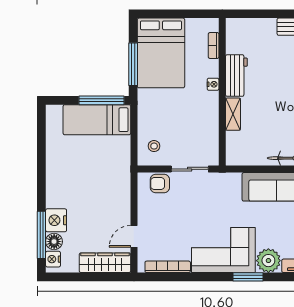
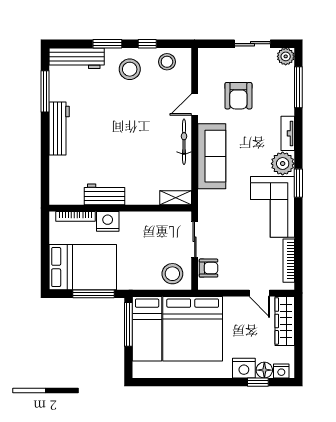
bookcase: (214, 46) -> (76, 216), width x1.56
nightstand: (213, 84) -> (108, 221), width x1.89, depth x1.79
shelving: (233, 114) -> (176, 198), moved
stool: (154, 146) -> (172, 274), width x1.89, depth x1.89
bed: (97, 167) -> (193, 329), added
armchair: (160, 184) -> (208, 268), turned -90
window: (41, 235) -> (258, 382), width x0.46

